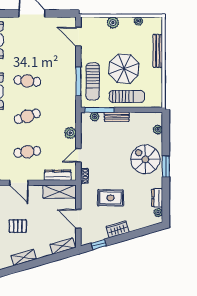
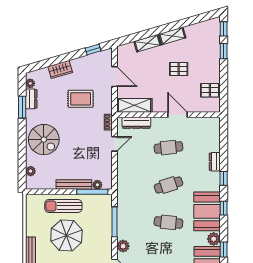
sun lounger: (93, 82) -> (99, 222), removed
bench: (117, 117) -> (74, 185), width x1.36
plant: (70, 133) -> (123, 246), moved
window: (166, 166) -> (22, 107), moved
wardrobe: (118, 229) -> (60, 69), moved
shelving: (63, 246) -> (147, 43), moved

